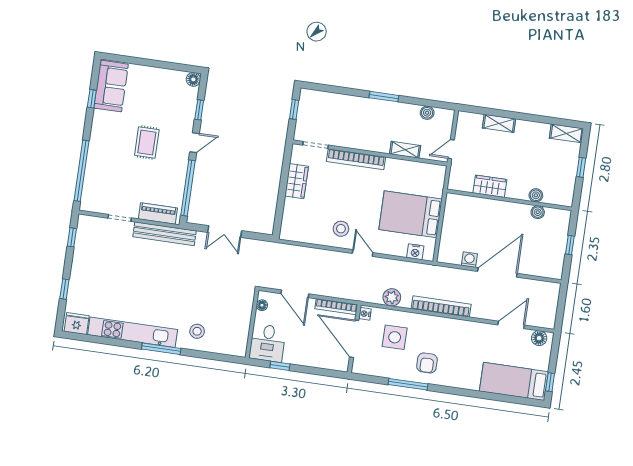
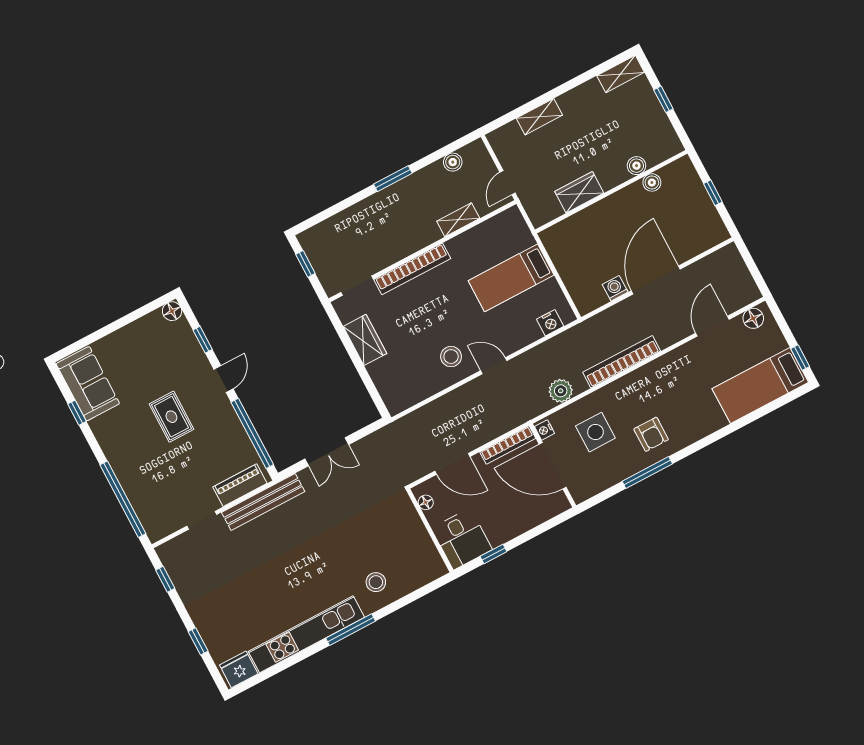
bed: (411, 214) -> (511, 278), width x0.67

